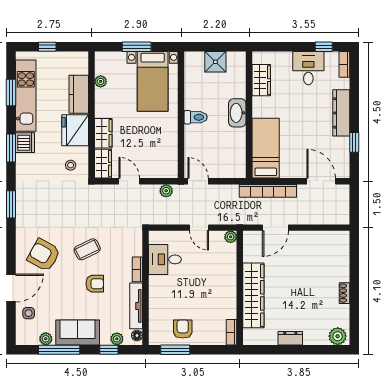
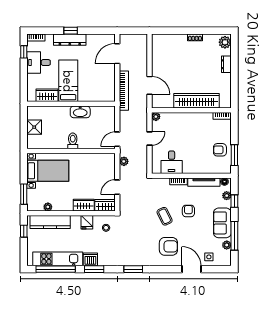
window: (47, 47) -> (24, 231), moved
window: (137, 47) -> (24, 194), moved
window: (11, 93) -> (56, 269), width x2.11
kitchen counter: (79, 94) -> (50, 222), width x1.50
washbasin: (237, 113) -> (80, 112), moved
fridge: (75, 130) -> (87, 222), width x0.53, depth x0.75
window: (354, 142) -> (71, 31), moved
bed: (266, 148) -> (68, 81), moved, turned 90
armchair: (44, 255) -> (168, 246), turned -119
dresser: (290, 338) -> (226, 64), moved

